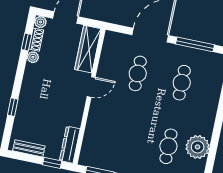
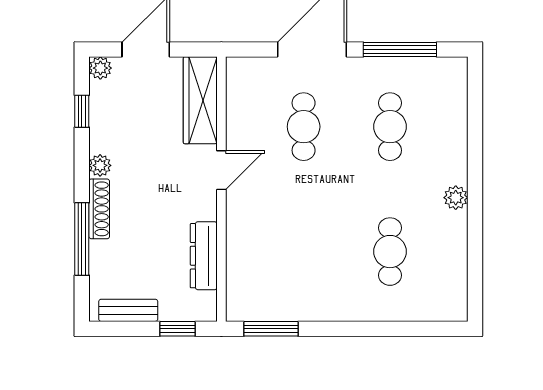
shoe rack: (36, 40) -> (99, 209), moved, width x1.43
plant: (33, 57) -> (100, 165), moved
window: (13, 107) -> (82, 239), width x2.17
dresser: (70, 145) -> (204, 256), moved
plant: (198, 147) -> (456, 198), moved, width x0.53, depth x0.53

